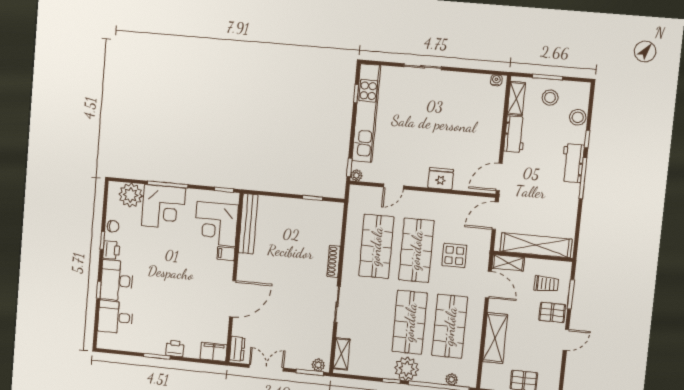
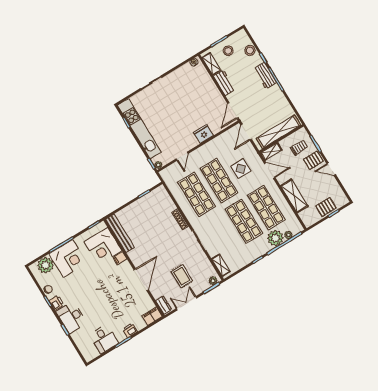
desk: (115, 317) -> (104, 339), moved, turned -90
rug: (285, 331) -> (182, 276), added
door: (566, 340) -> (331, 169), swing flipped
plant: (407, 369) -> (275, 238), moved

